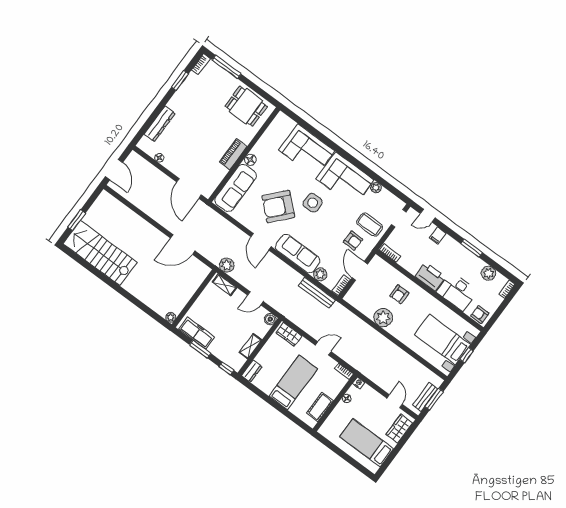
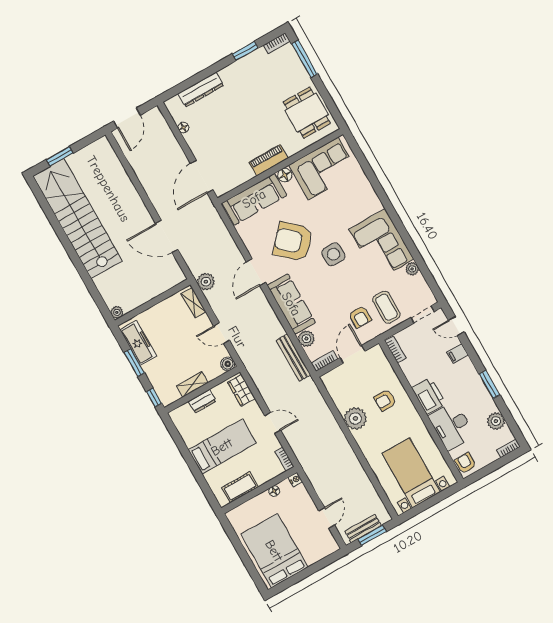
corner sofa: (307, 150) -> (323, 169), moved, turned -90
stairs: (100, 253) -> (77, 219), width x1.36
window: (467, 355) -> (430, 502), removed
dresser: (252, 371) -> (202, 401), moved
wardrobe: (399, 429) -> (318, 551), removed
bed: (367, 443) -> (274, 551), width x1.50

